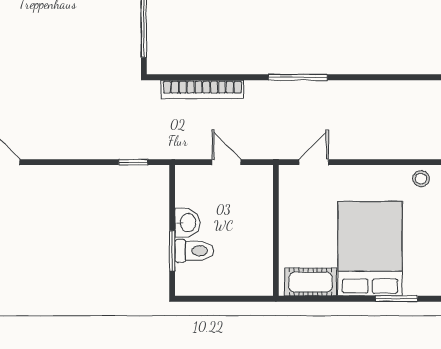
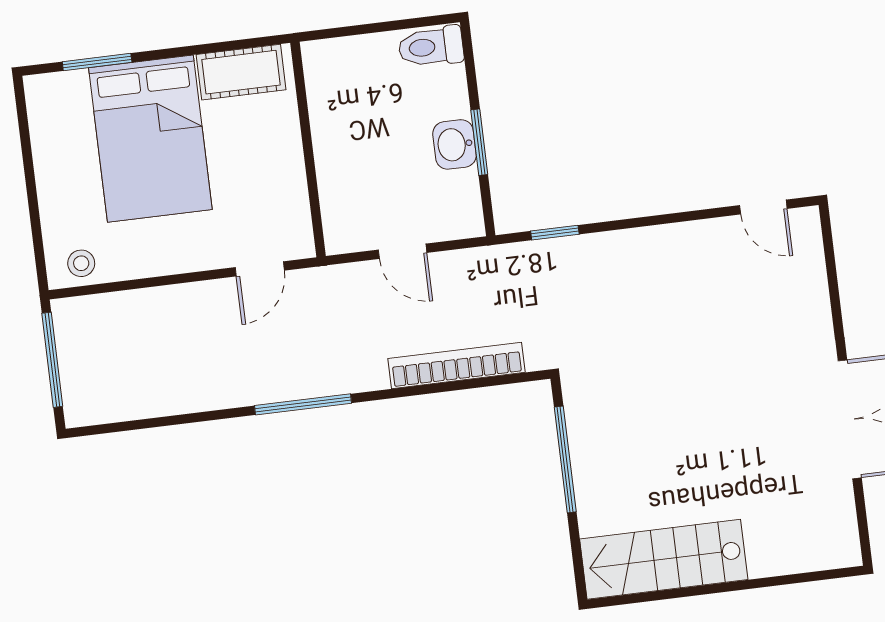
window: (172, 251) -> (479, 142), moved
toilet: (194, 251) -> (431, 47), moved

